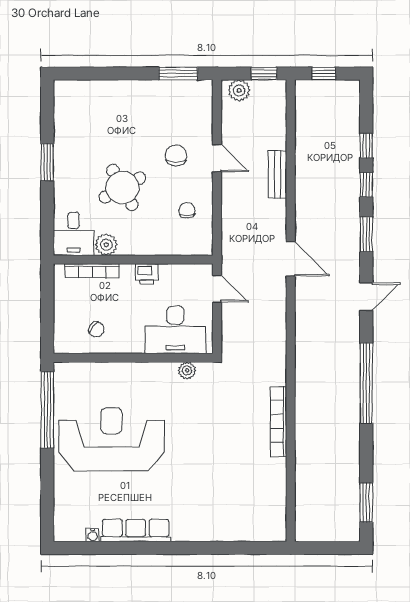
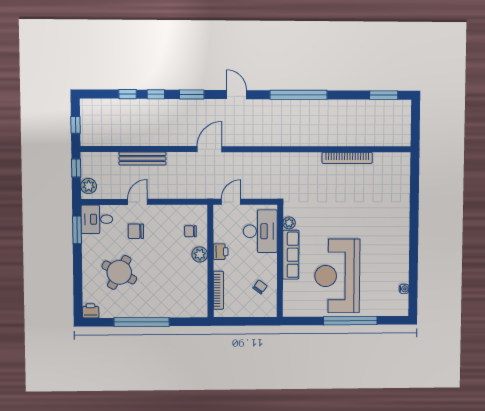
printer: (64, 91) -> (91, 311), added
window: (47, 162) -> (142, 322), width x2.11
bench: (277, 174) -> (143, 159), width x1.36
round table: (122, 188) -> (119, 272), moved, turned -32
chair: (187, 210) -> (190, 231), moved
desk: (74, 234) -> (97, 219), moved, turned 180
plant: (106, 245) -> (200, 254), moved
window: (47, 410) -> (350, 321), moved
bookcase: (279, 421) -> (347, 158), moved
row of seats: (136, 530) -> (291, 255), moved, turned 180

